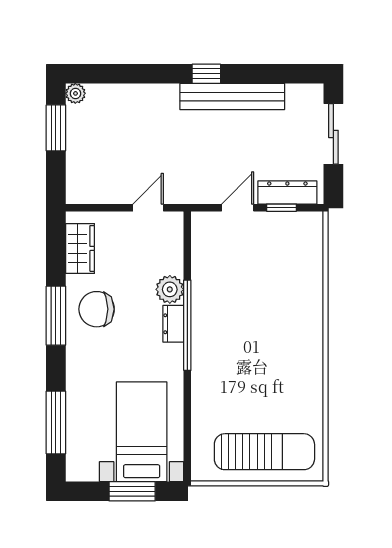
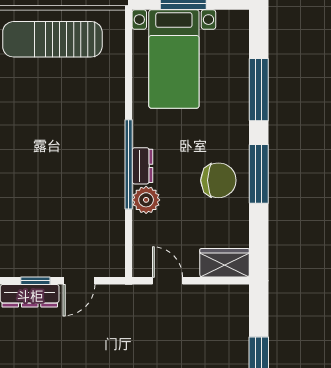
door: (148, 208) -> (167, 281), swing flipped
wardrobe: (80, 248) -> (225, 263), moved, turned 90
window: (56, 422) -> (259, 90), moved

